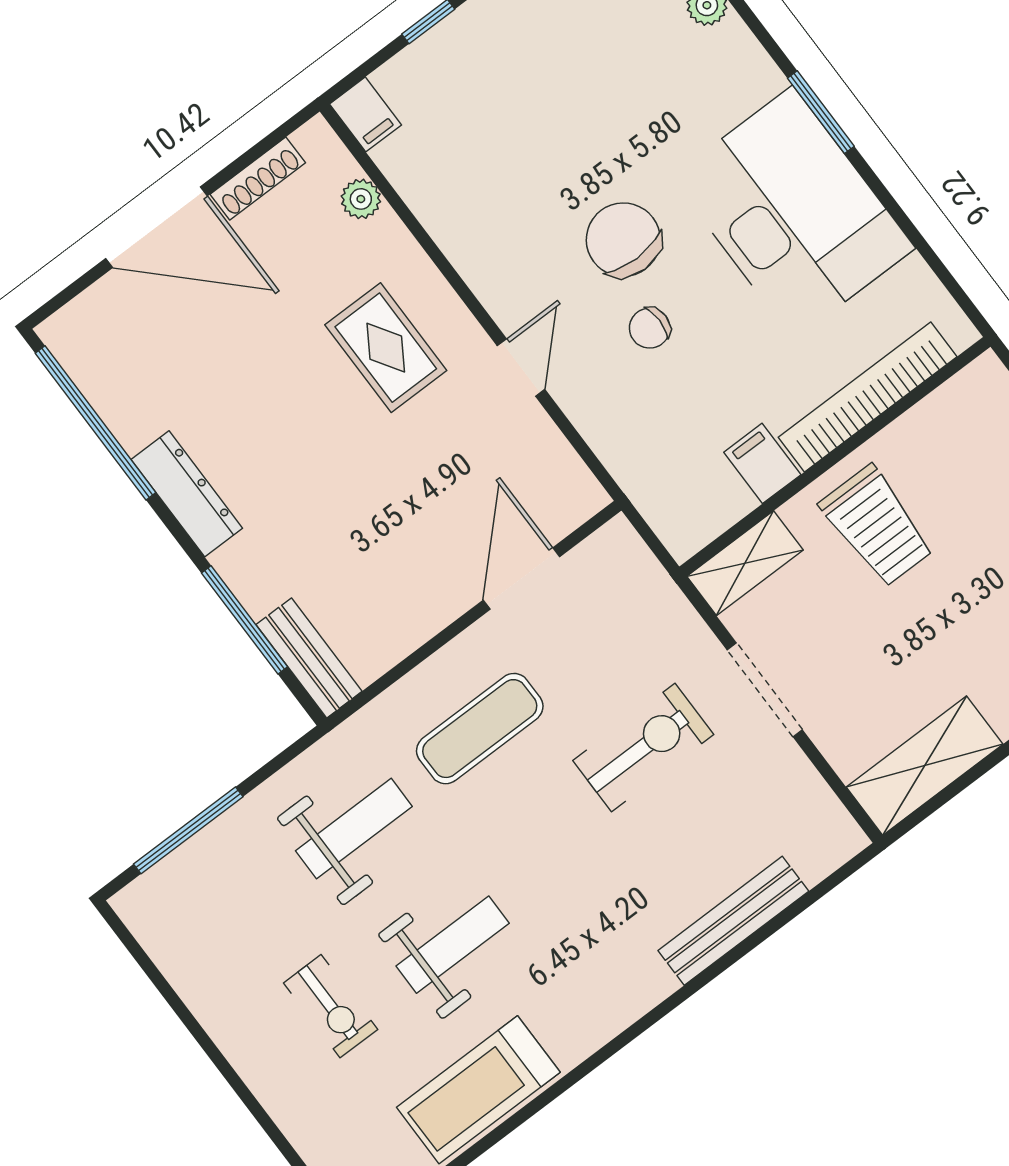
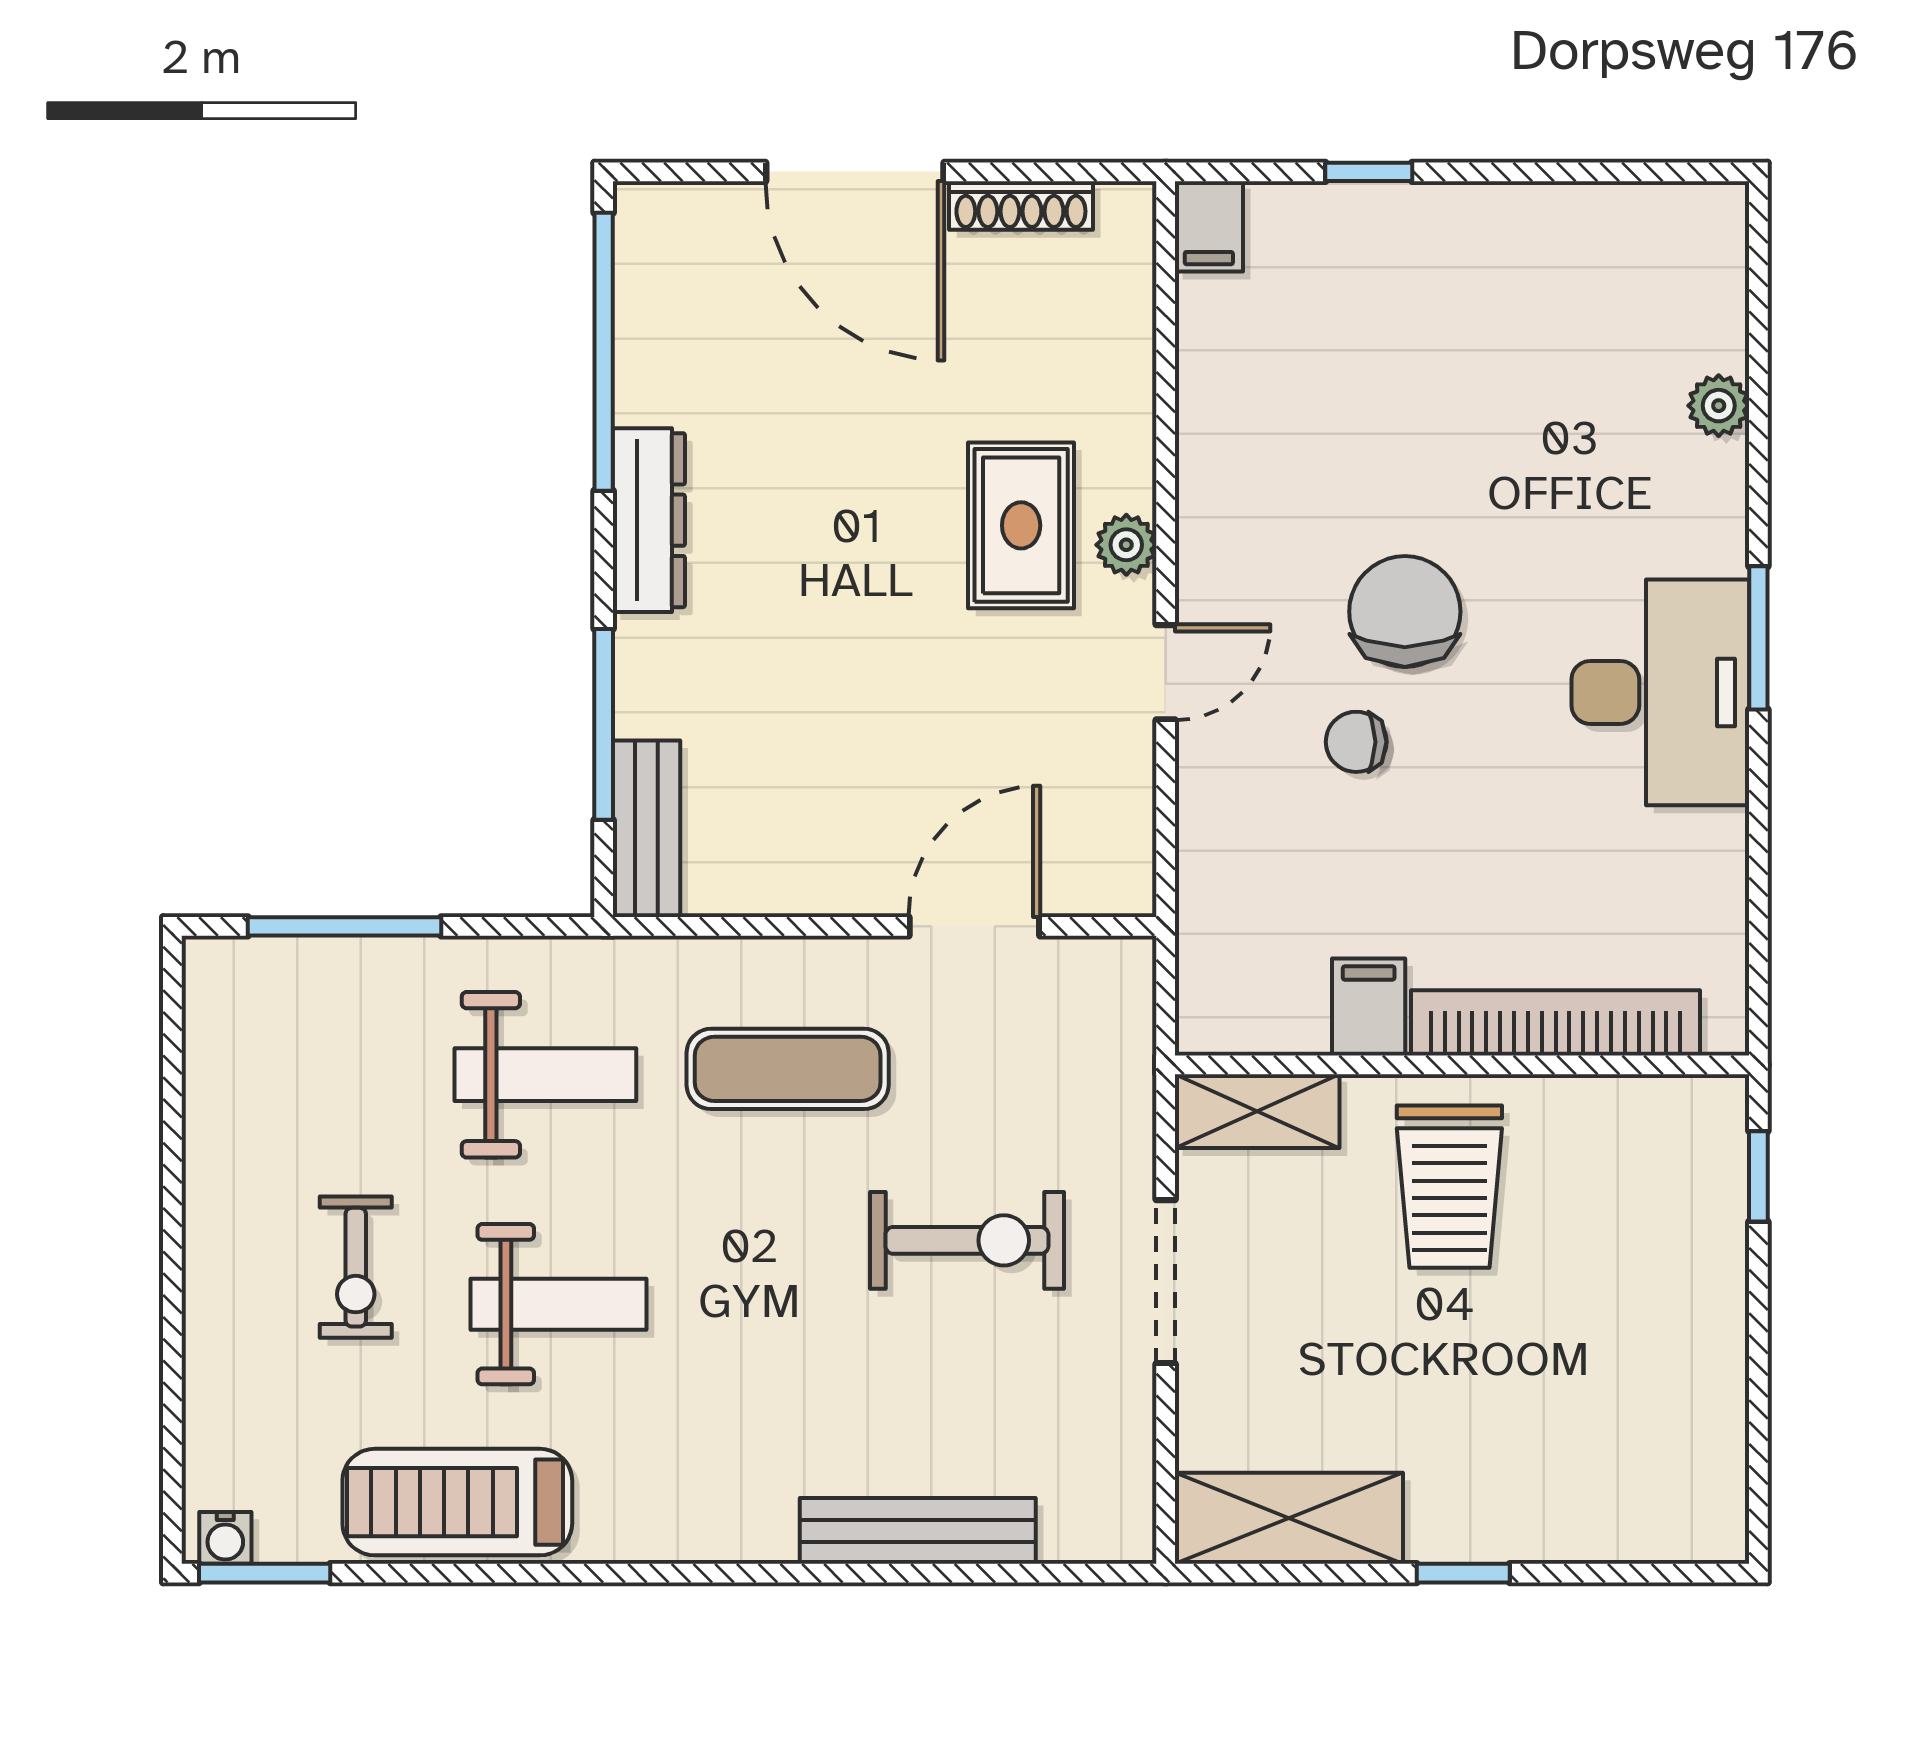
plant: (361, 199) -> (1126, 545), moved
desk: (793, 213) -> (1660, 692), width x0.73, depth x0.77

